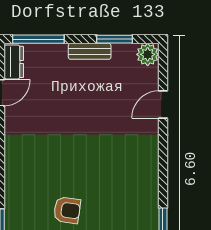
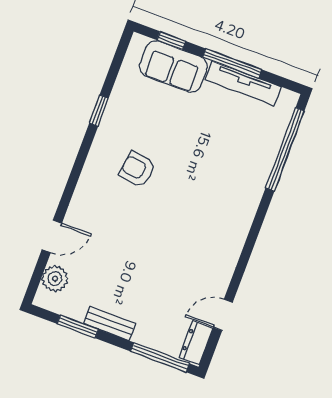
plant: (148, 54) -> (55, 279), moved
armchair: (67, 210) -> (138, 169), moved

